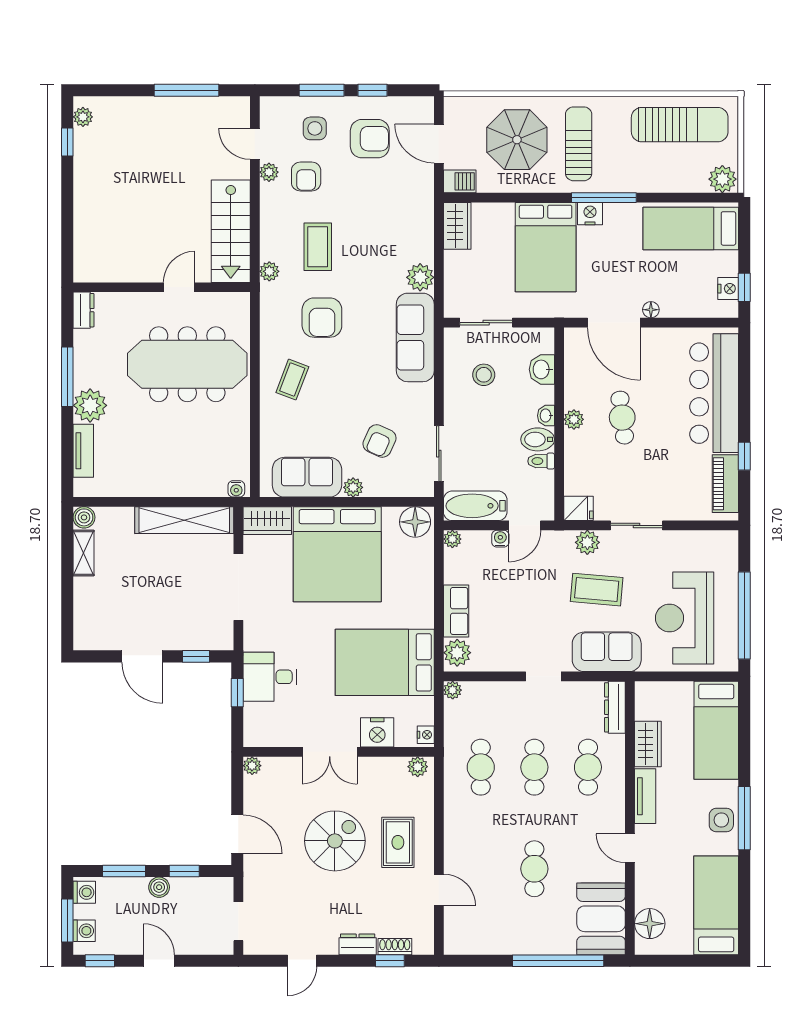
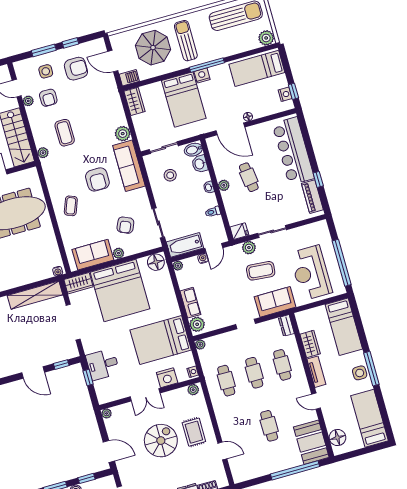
armchair: (322, 318) -> (97, 179), moved
bidet: (538, 439) -> (193, 150), moved
dresser: (615, 707) -> (286, 325), width x0.70

